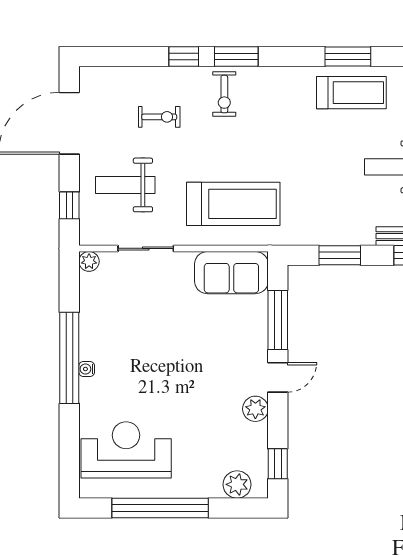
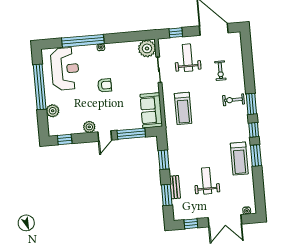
window: (184, 56) -> (254, 130), moved
treadmill: (233, 204) -> (183, 108), width x0.73, depth x0.73
plant: (89, 261) -> (147, 48), width x1.88, depth x1.88
window: (69, 358) -> (83, 41), moved
armchair: (169, 368) -> (105, 85), added
door: (278, 377) -> (105, 136), hinge flipped
plant: (237, 484) -> (53, 111), moved

